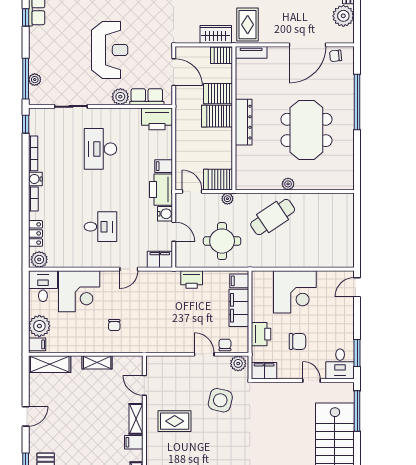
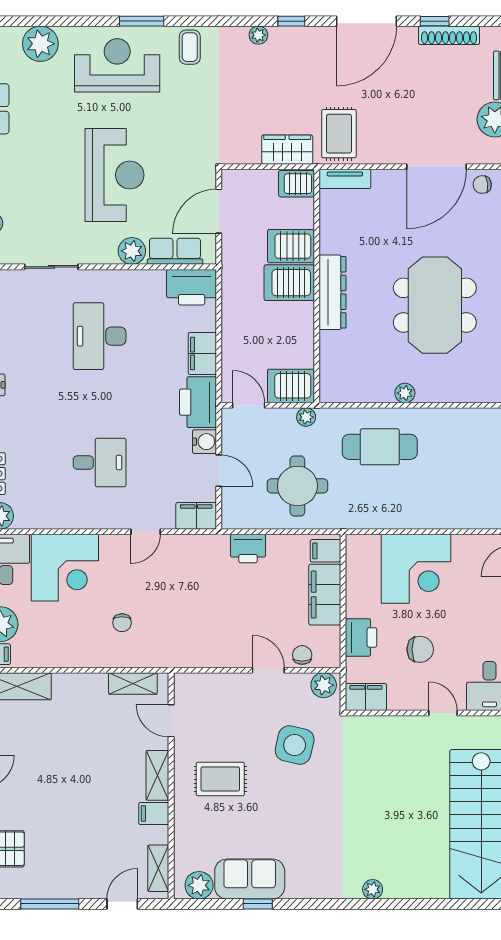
door: (174, 72) -> (219, 211), swing flipped
filing cabinet: (164, 166) -> (202, 353), width x2.00
cafe table: (273, 217) -> (380, 447), turned 34
shelving: (97, 362) -> (133, 683), moved

